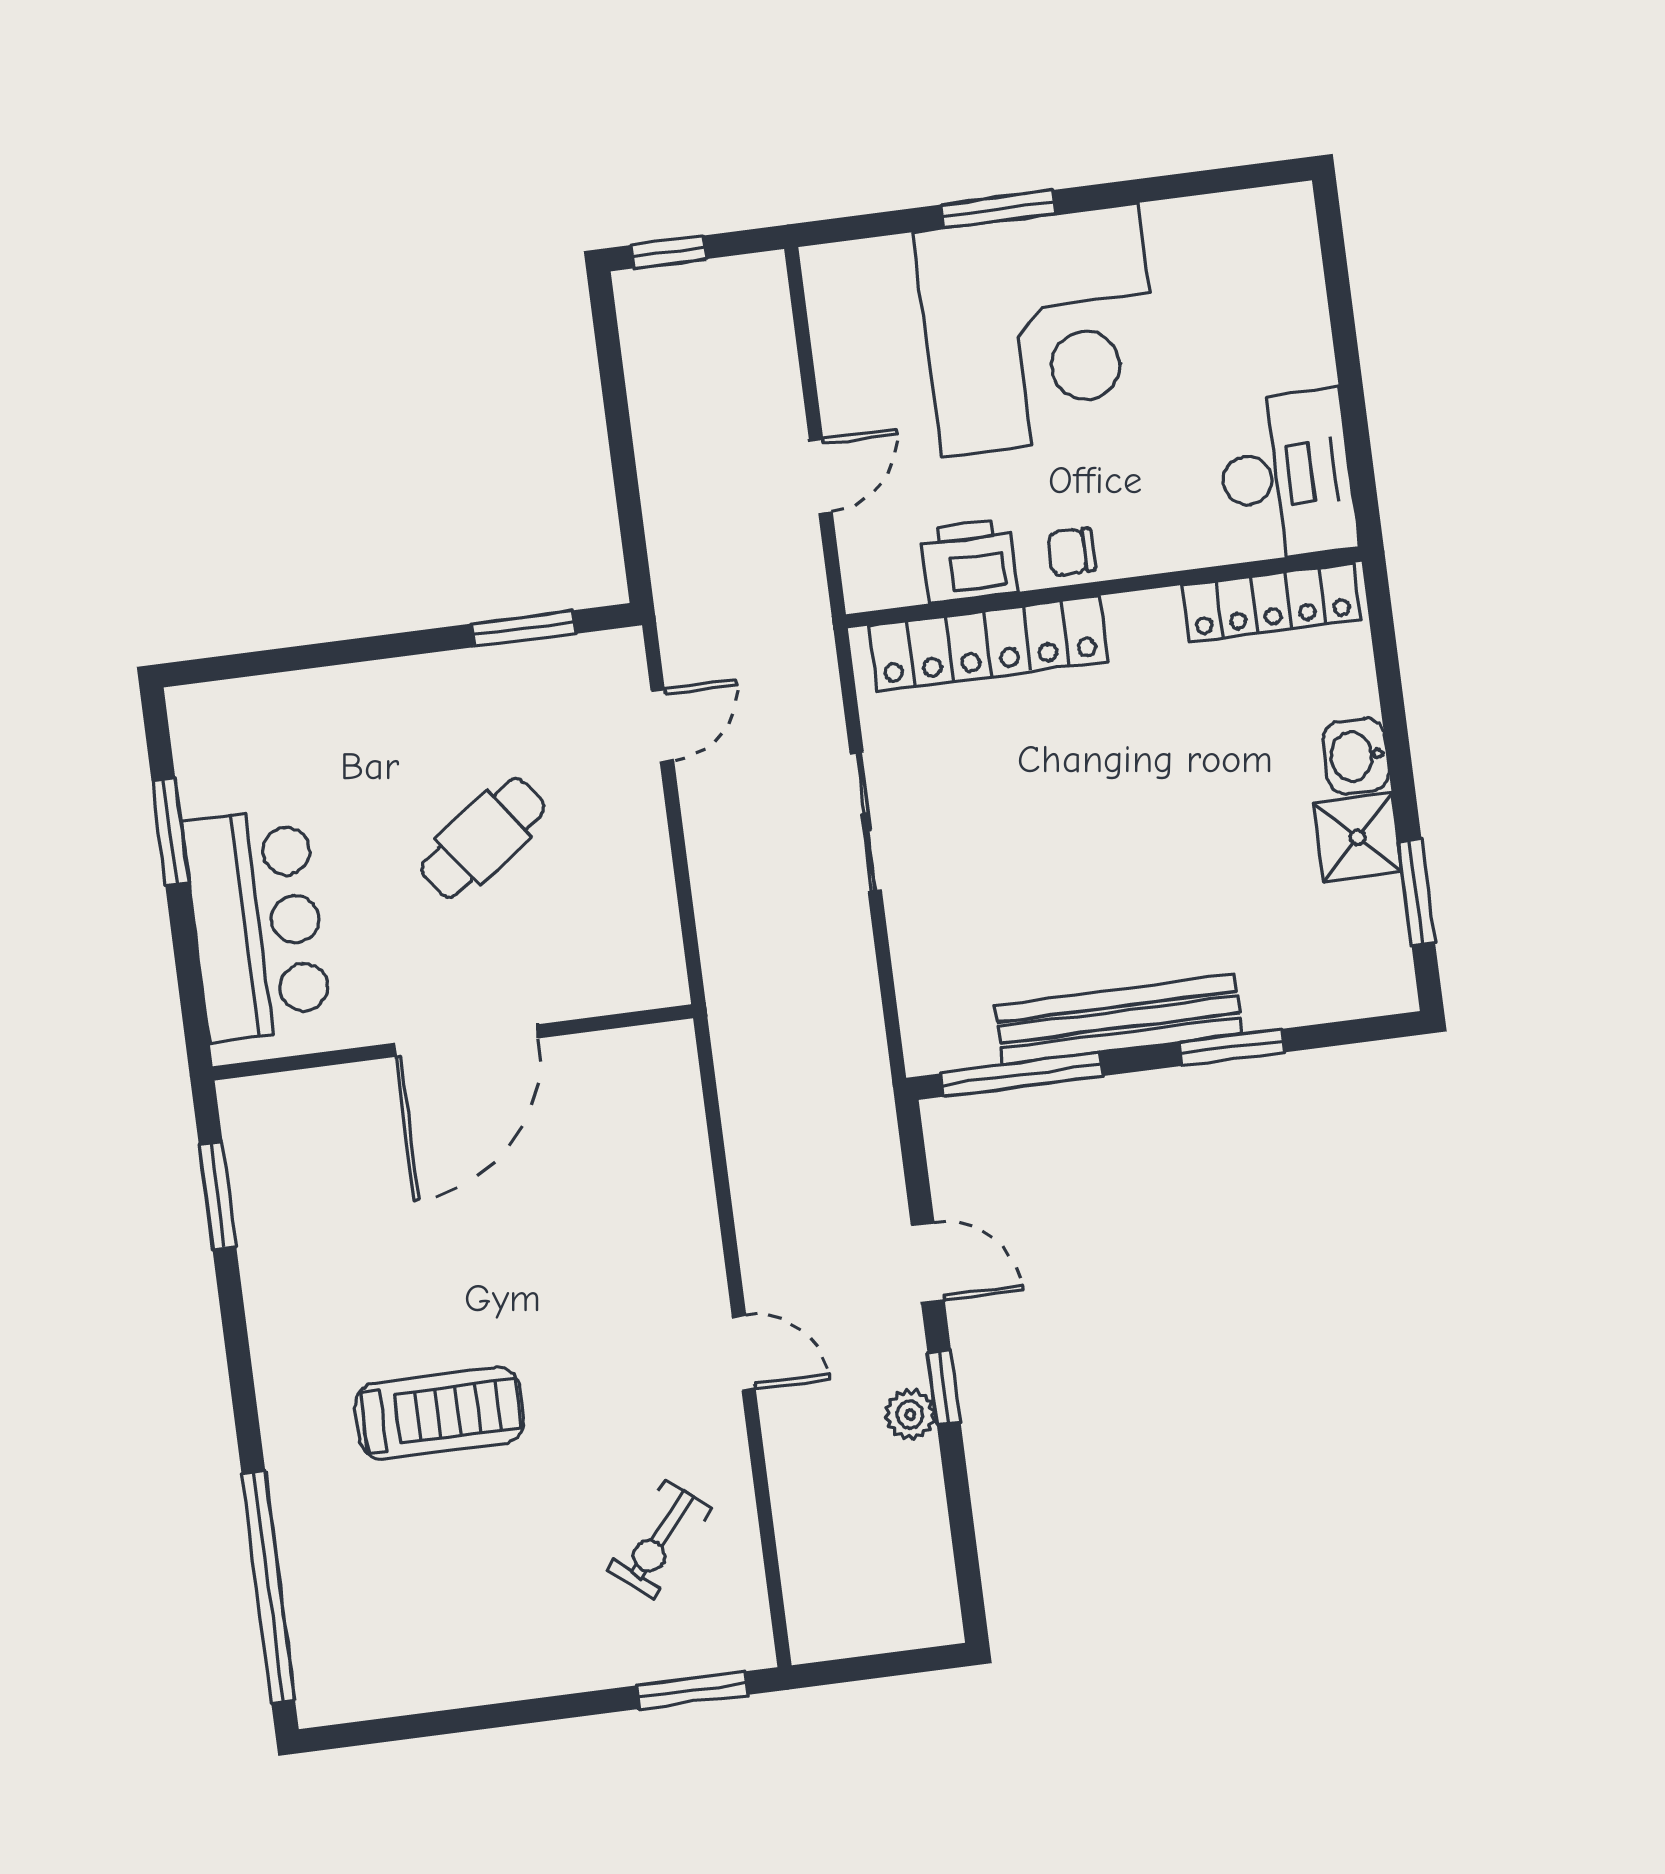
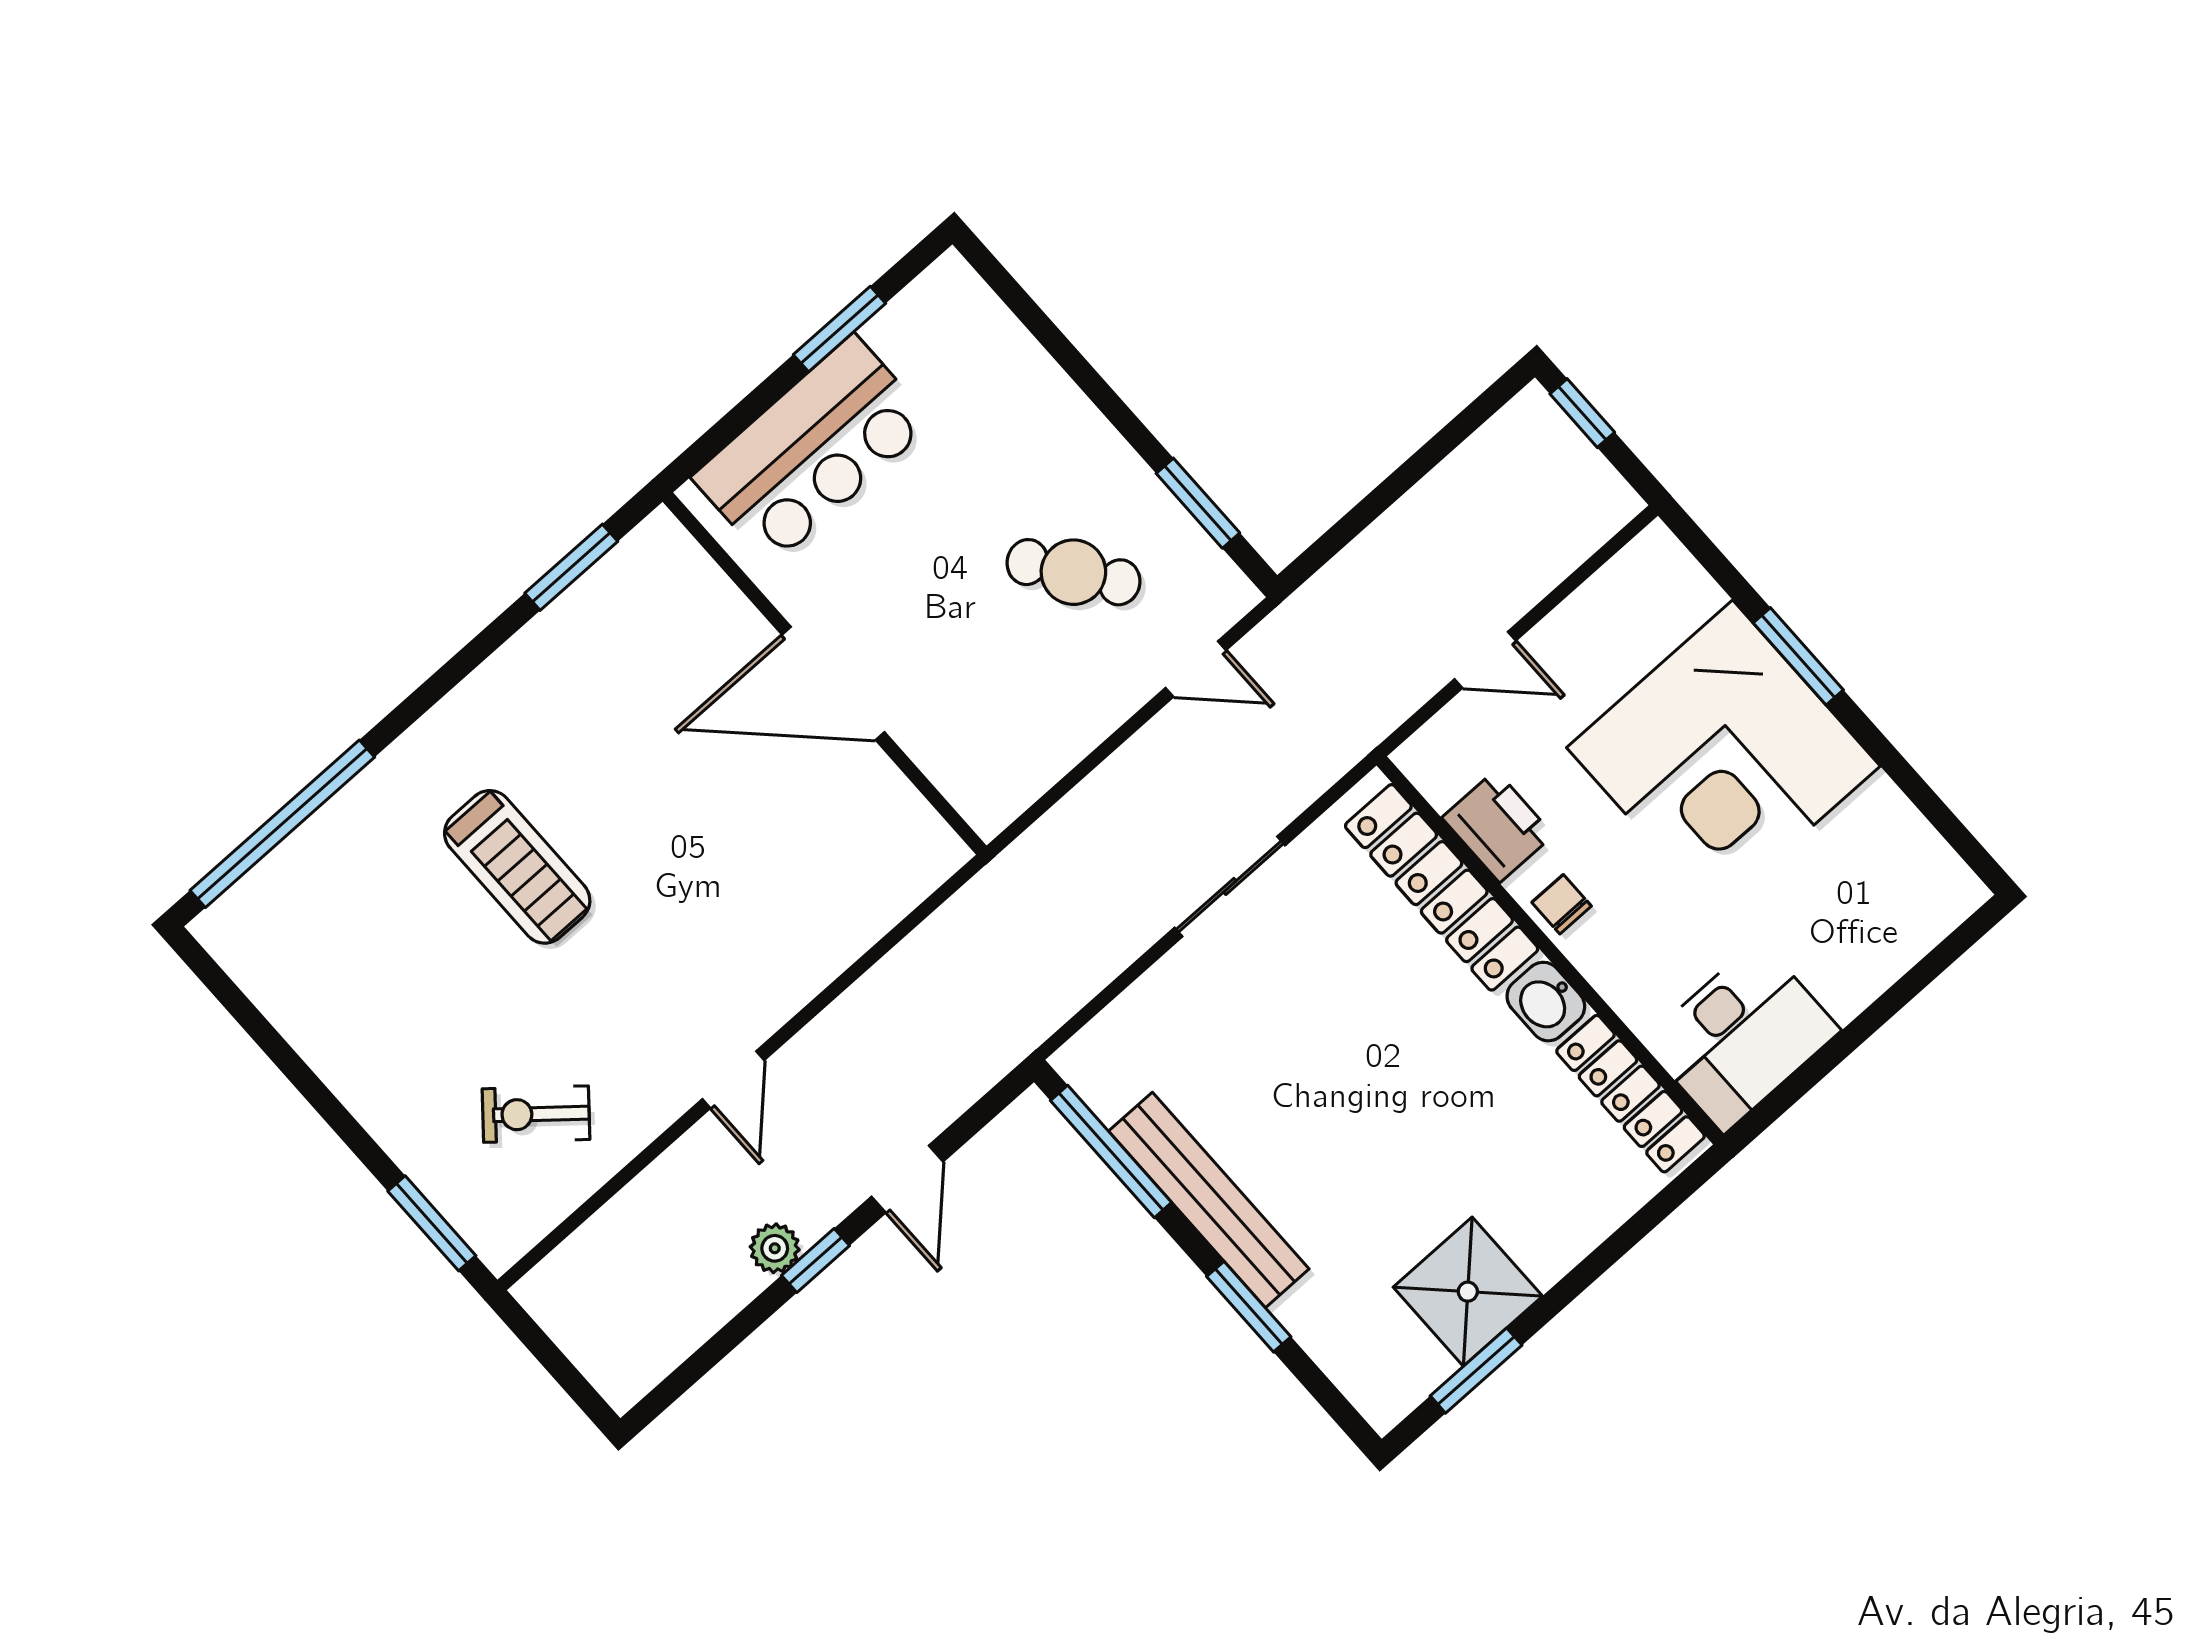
washbasin: (1356, 756) -> (1546, 1002), moved, turned -90
shower: (1357, 837) -> (1468, 1292), width x1.36, depth x1.36
cafe table: (483, 838) -> (1073, 572), moved

